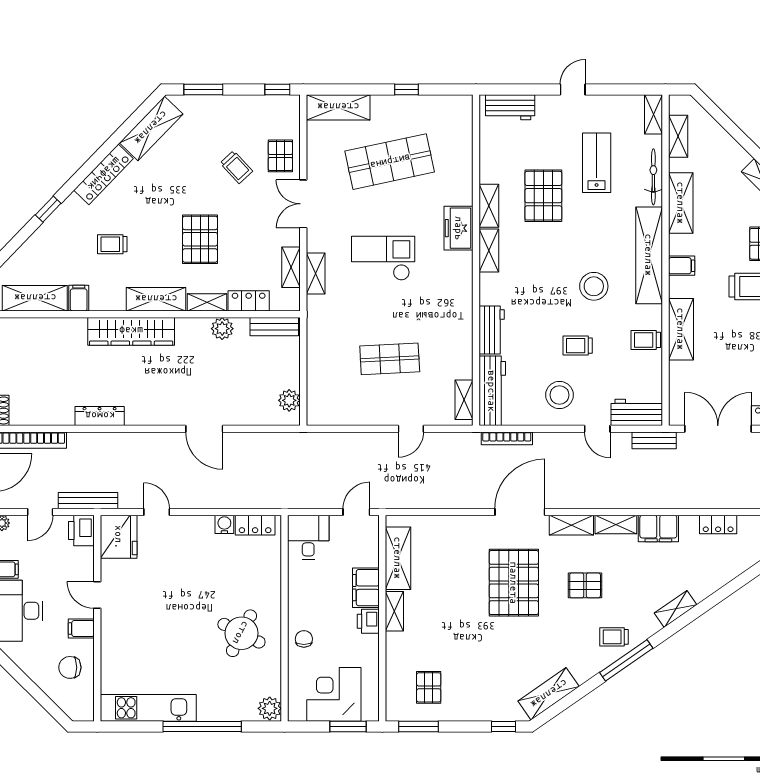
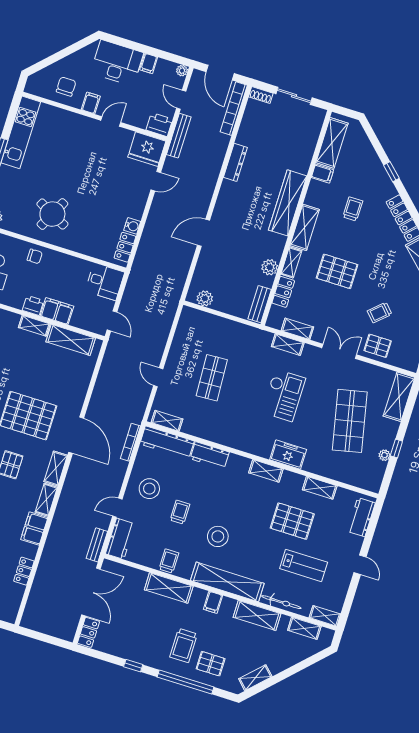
plant: (420, 103) -> (384, 455), added
shelving: (489, 206) -> (320, 488), moved

